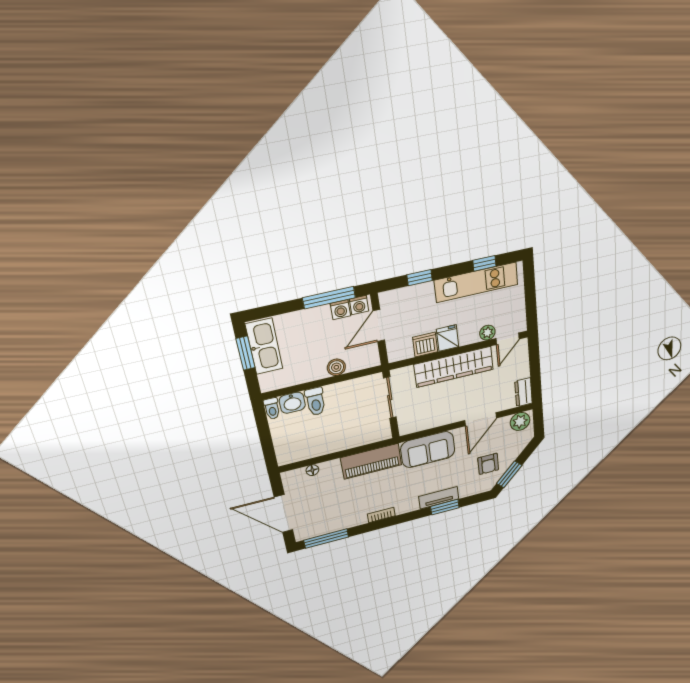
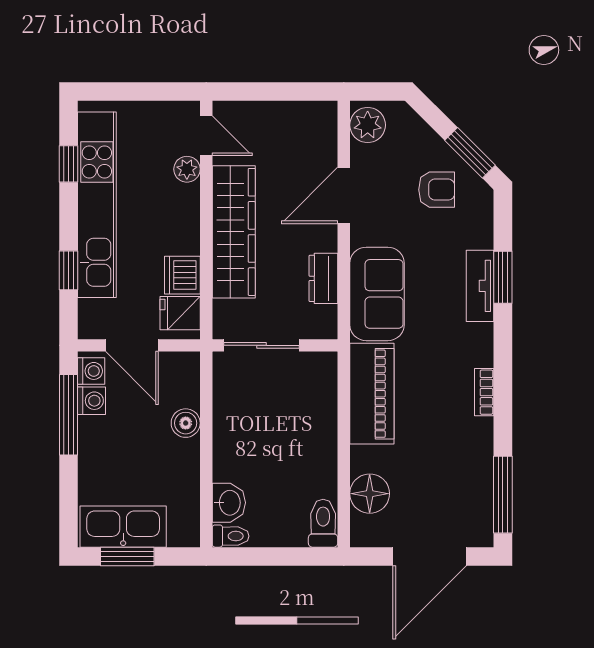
kitchen unit: (476, 282) -> (97, 205), width x1.36
fridge: (448, 338) -> (180, 313), moved
dresser: (523, 392) -> (323, 278), moved, turned 90
toilet: (315, 401) -> (323, 523), moved, turned -90
door: (481, 419) -> (344, 195), swing flipped
floor lamp: (312, 470) -> (370, 494), width x1.89, depth x1.89

